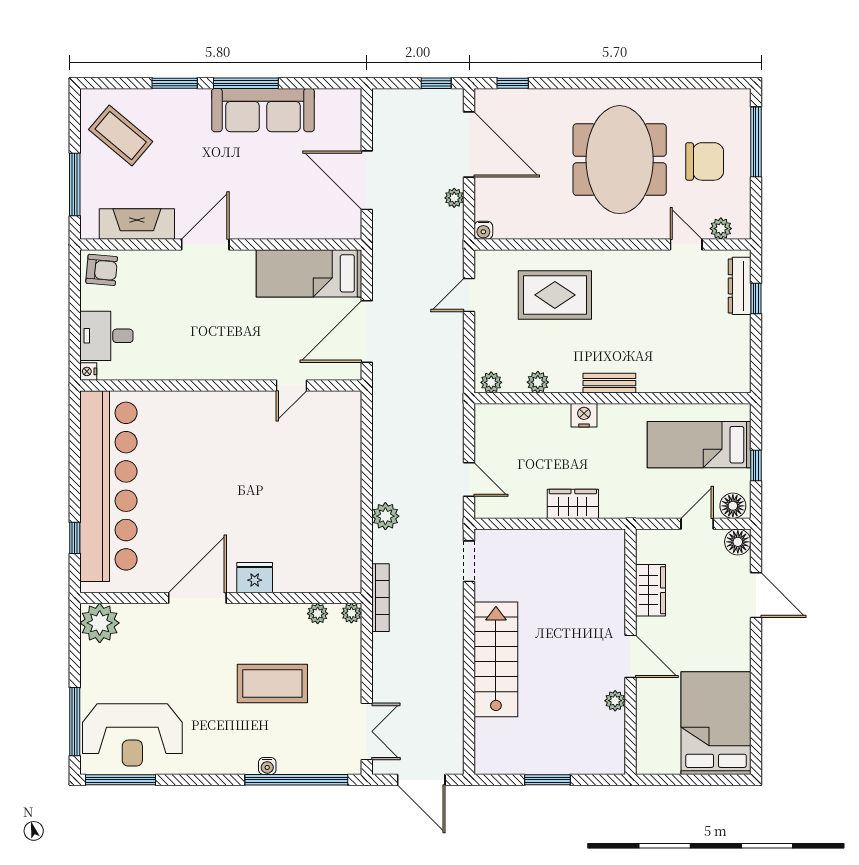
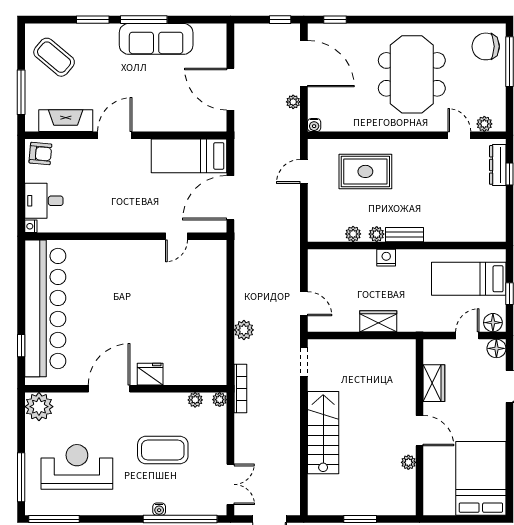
chair: (705, 161) -> (486, 46), moved, turned 180
plant: (491, 382) -> (377, 234), moved
reception desk: (132, 735) -> (77, 467), moved, turned 180

